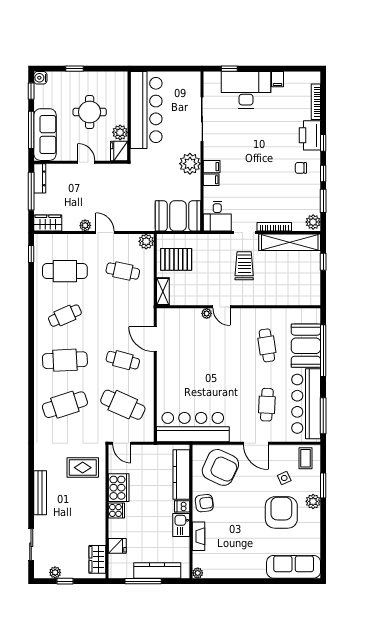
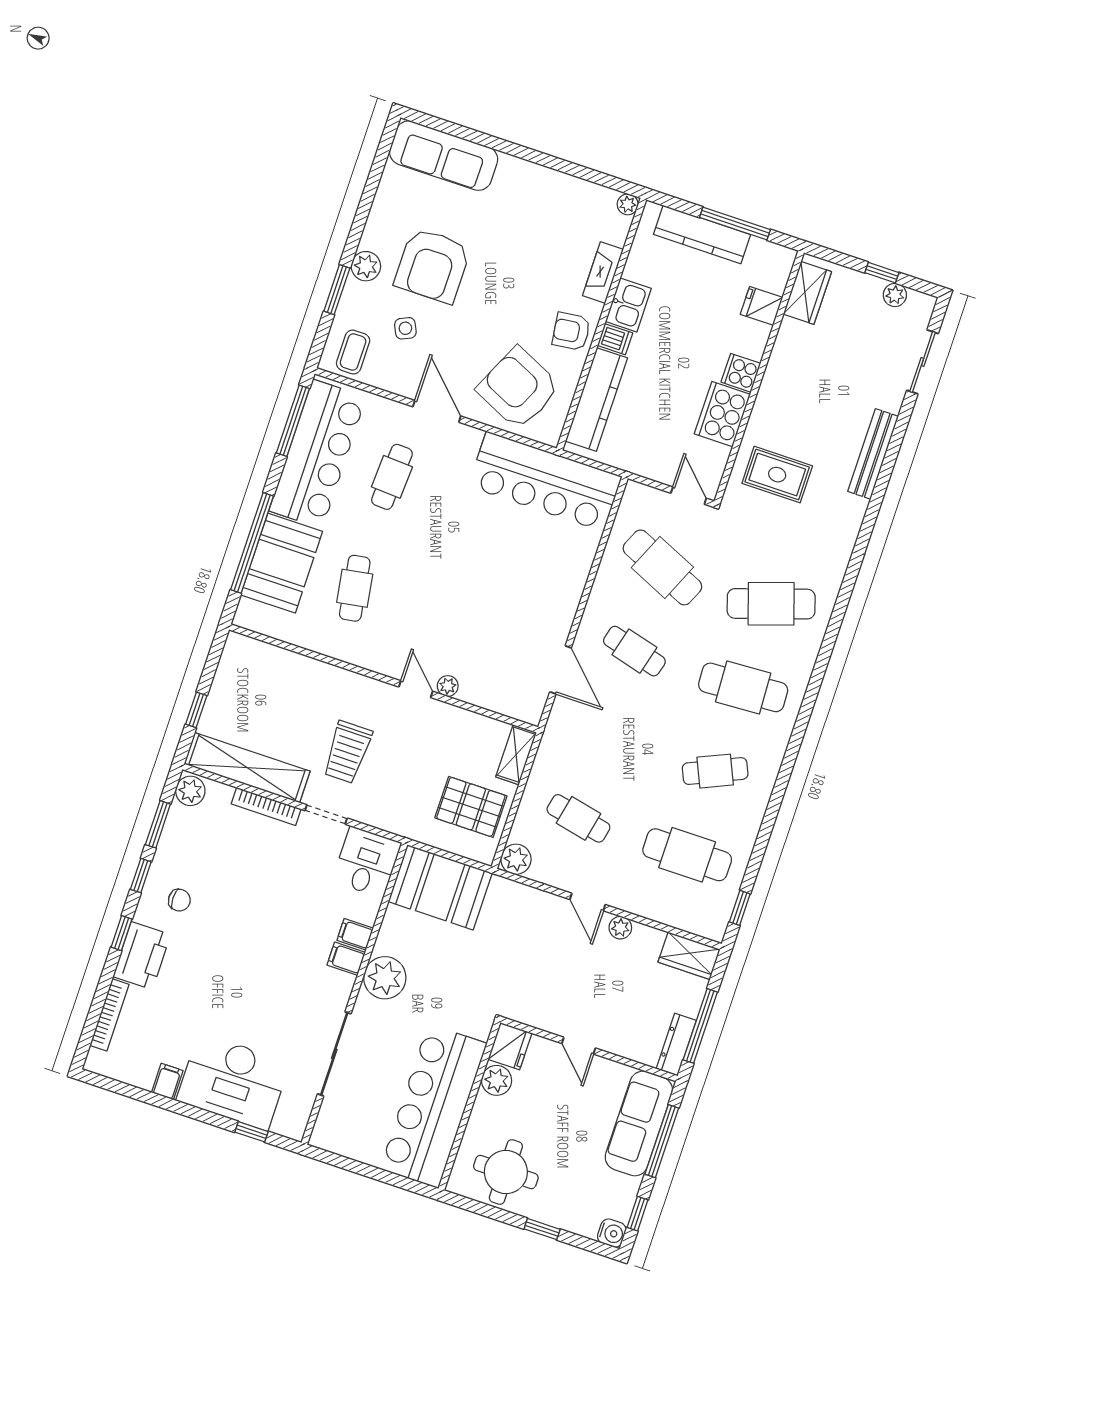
round table: (90, 112) -> (506, 1172), moved

